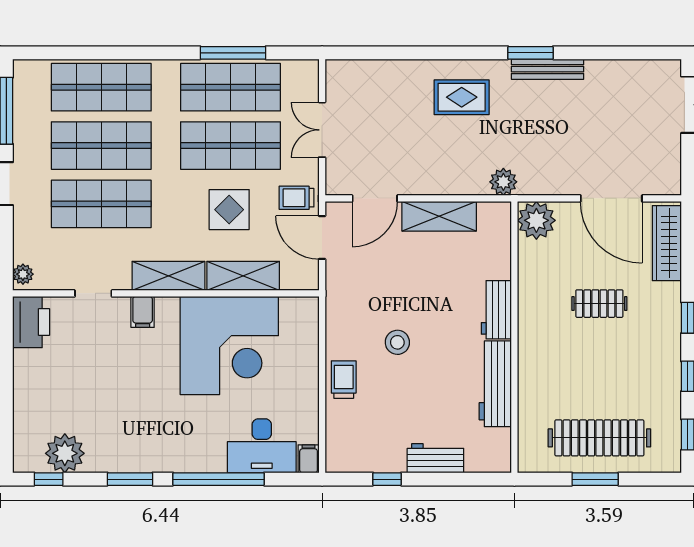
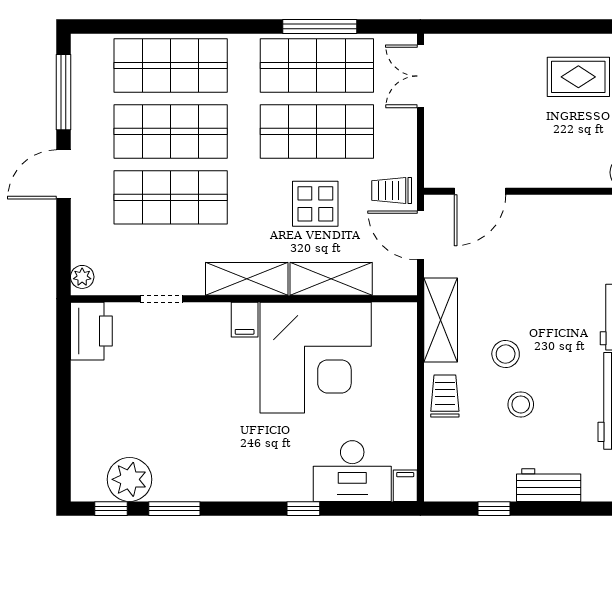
double door: (322, 130) -> (420, 76), moved
shelving: (439, 216) -> (441, 320), moved, turned 90
filing cabinet: (143, 312) -> (245, 320), moved
stool: (411, 387) -> (521, 404), added
window: (130, 479) -> (174, 509), moved
window: (219, 479) -> (303, 509), width x0.32

